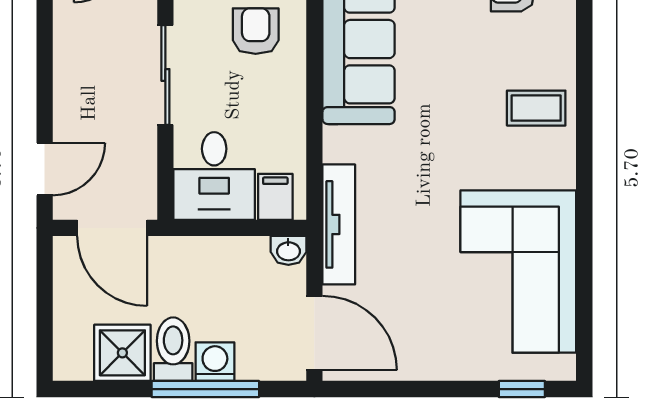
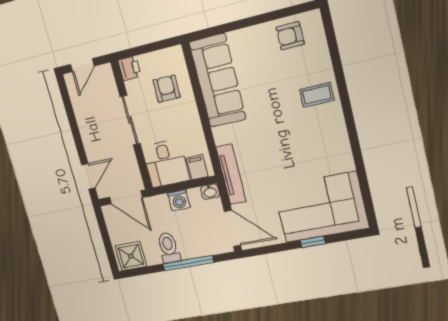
corner sofa: (518, 272) -> (321, 207), moved, turned 90
shower: (122, 353) -> (131, 256), moved
washing machine: (215, 362) -> (179, 200), moved, turned 180
window: (522, 389) -> (313, 242), moved

